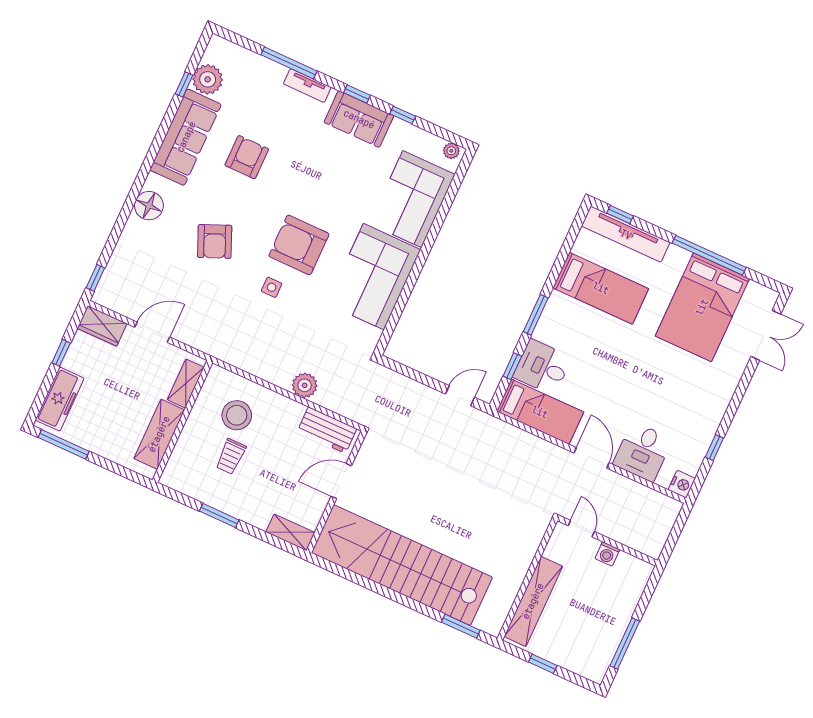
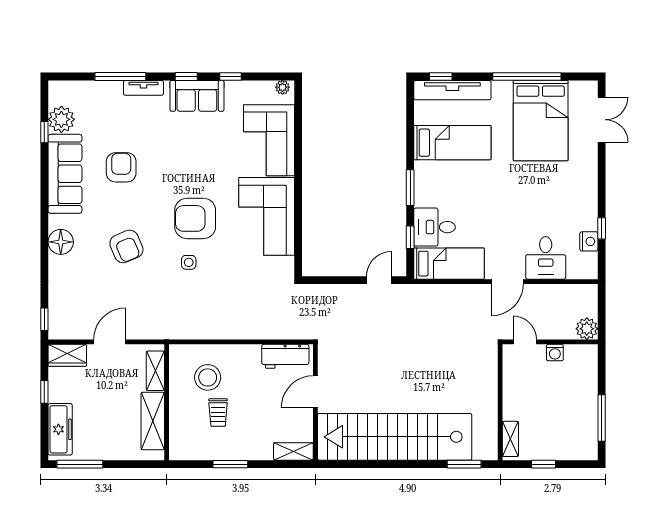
plant: (305, 385) -> (587, 329), moved
door: (592, 458) -> (507, 282), swing flipped
nightstand: (682, 484) -> (589, 241), moved
shelving: (533, 601) -> (510, 439), width x0.45, depth x0.75

